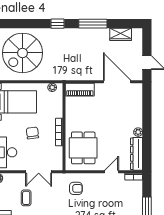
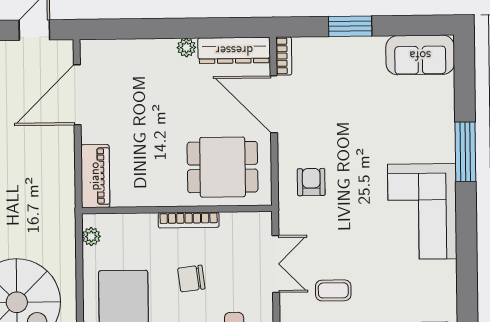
door: (112, 172) -> (274, 104), width x1.88

